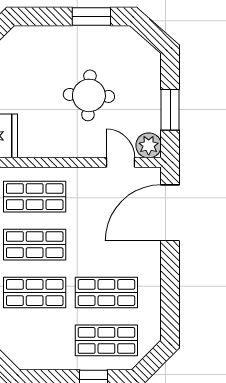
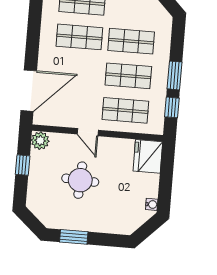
window: (170, 110) -> (23, 165), width x0.67
door: (120, 162) -> (88, 132), moved

